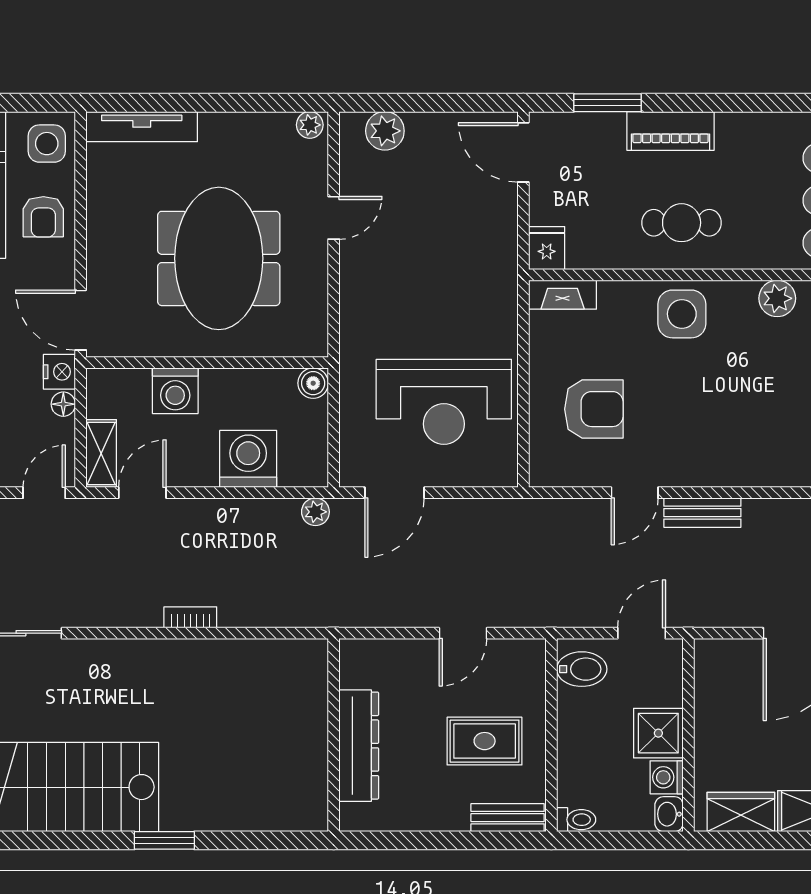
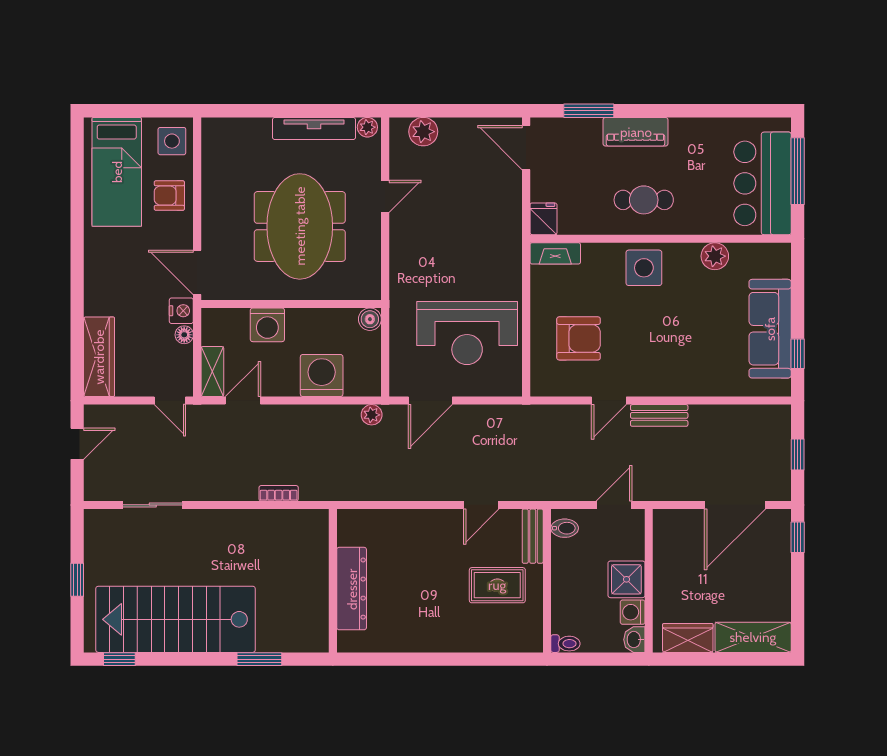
tv unit: (142, 127) -> (314, 129), moved
armchair: (43, 217) -> (169, 196), turned 90
door: (44, 493) -> (170, 401), swing flipped
bidet: (582, 669) -> (565, 528), width x0.72, depth x0.74
wall: (334, 735) -> (333, 581), moved
dresser: (359, 746) -> (352, 589), moved
bench: (508, 818) -> (533, 536), moved, turned 90

